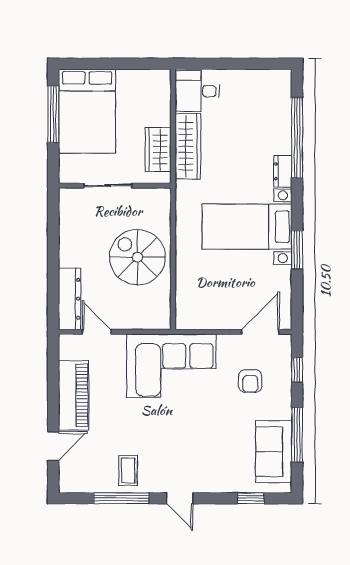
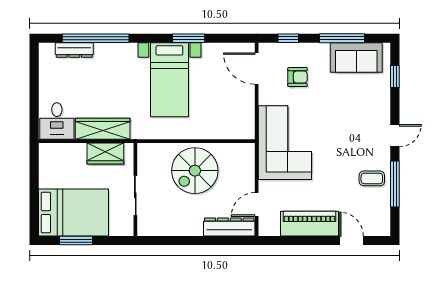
window: (53, 114) -> (76, 241), width x0.69
dresser: (283, 171) -> (74, 50), moved, width x1.44

